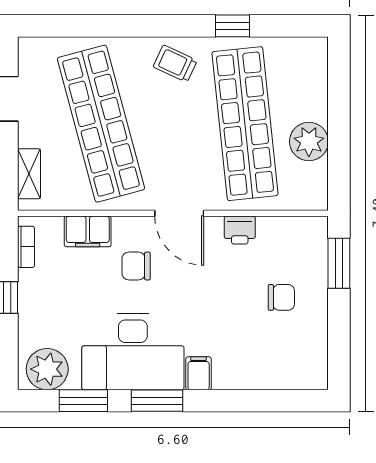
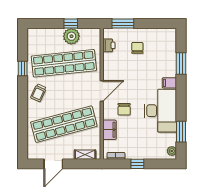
window: (339, 140) -> (71, 24), added
printer: (240, 230) -> (109, 45), moved
plant: (47, 369) -> (172, 151), width x0.53, depth x0.53
window: (157, 401) -> (181, 64), moved

